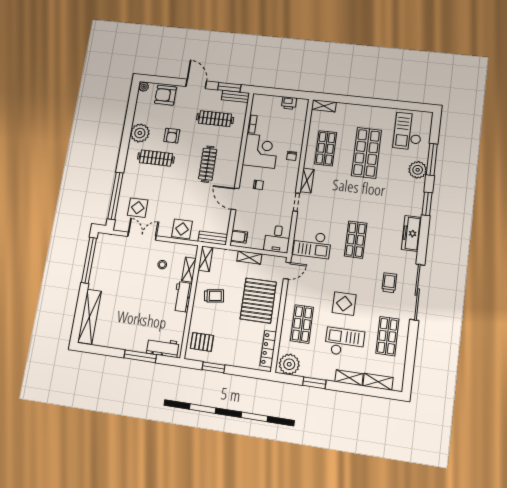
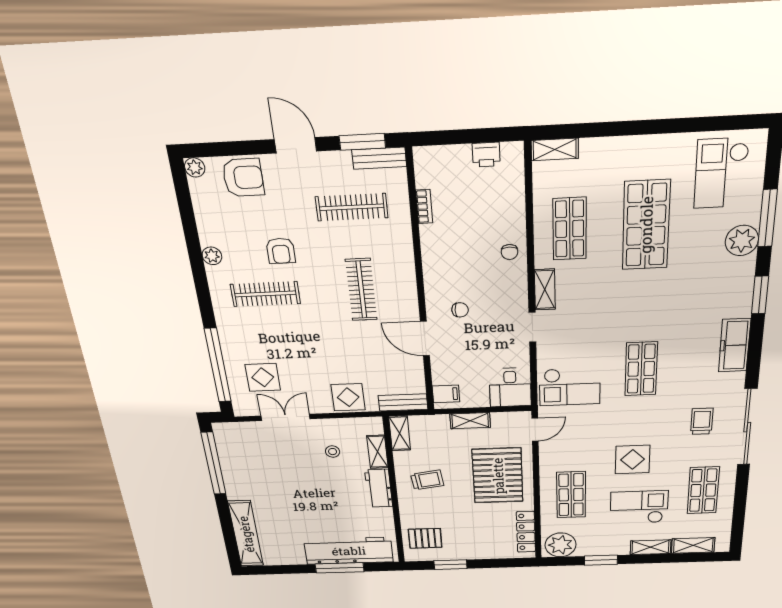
armchair: (166, 95) -> (243, 177), turned 180
plant: (140, 133) -> (212, 256), width x0.53, depth x0.53
corner desk: (261, 151) -> (451, 252), removed
workbench: (163, 347) -> (349, 551), width x1.88, depth x1.32

